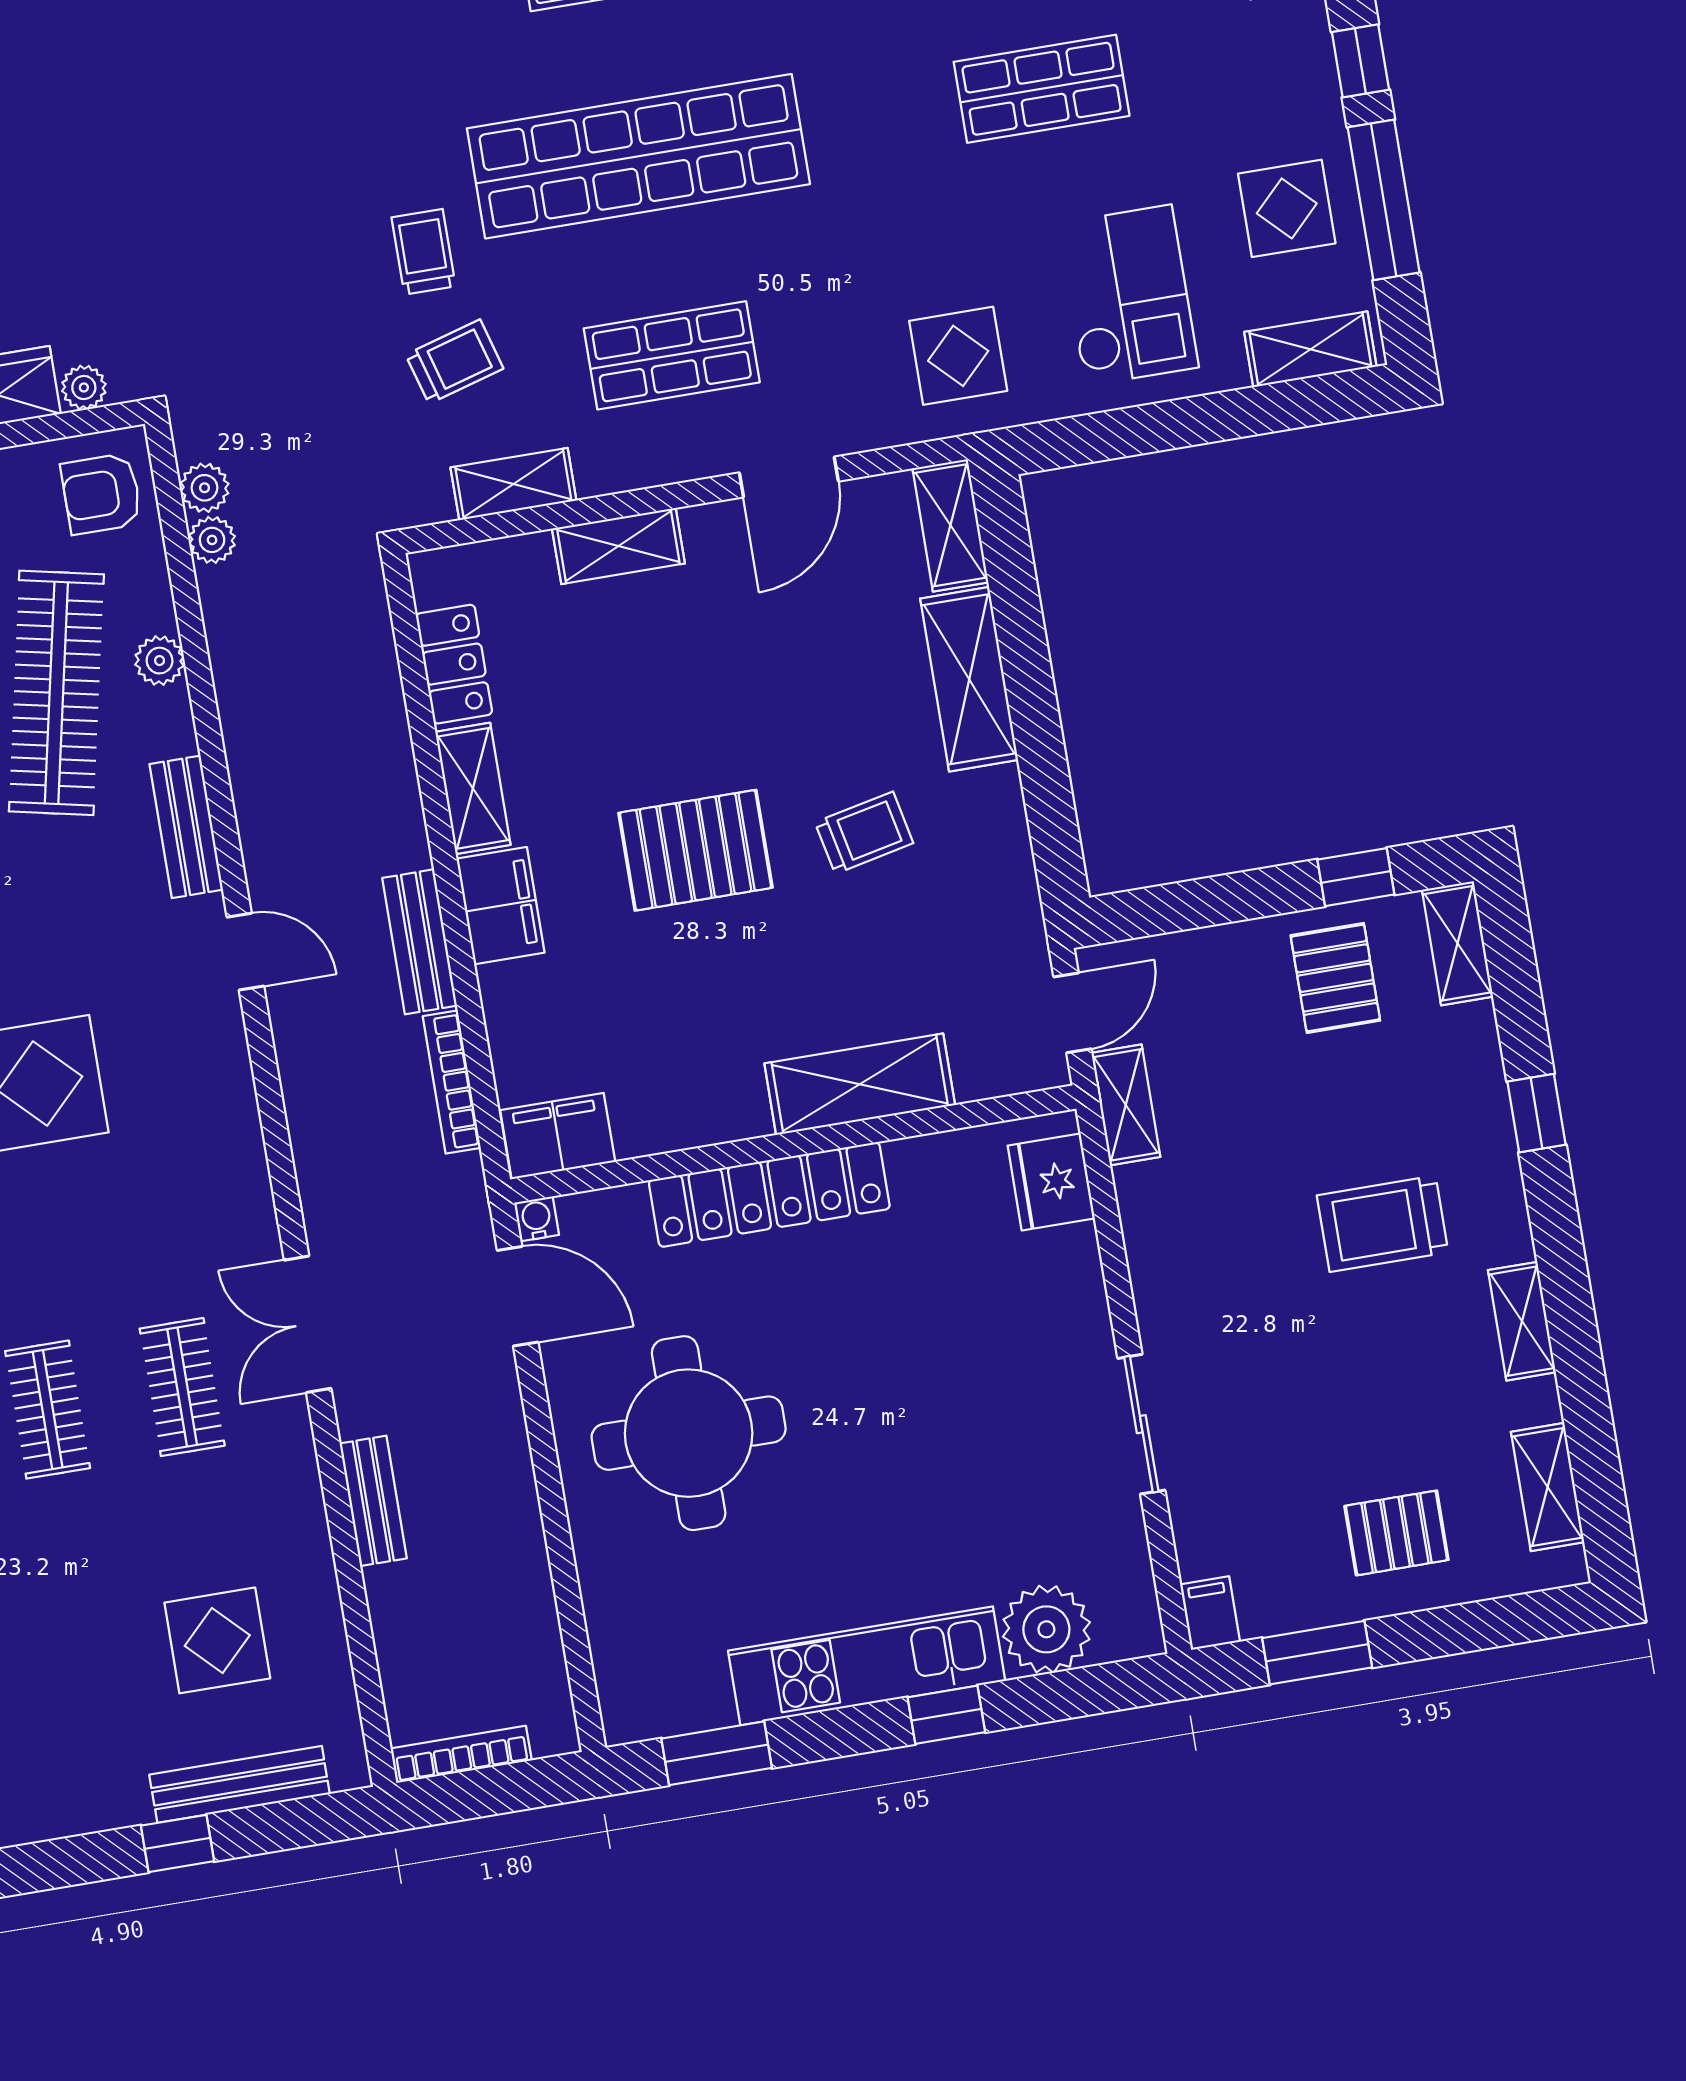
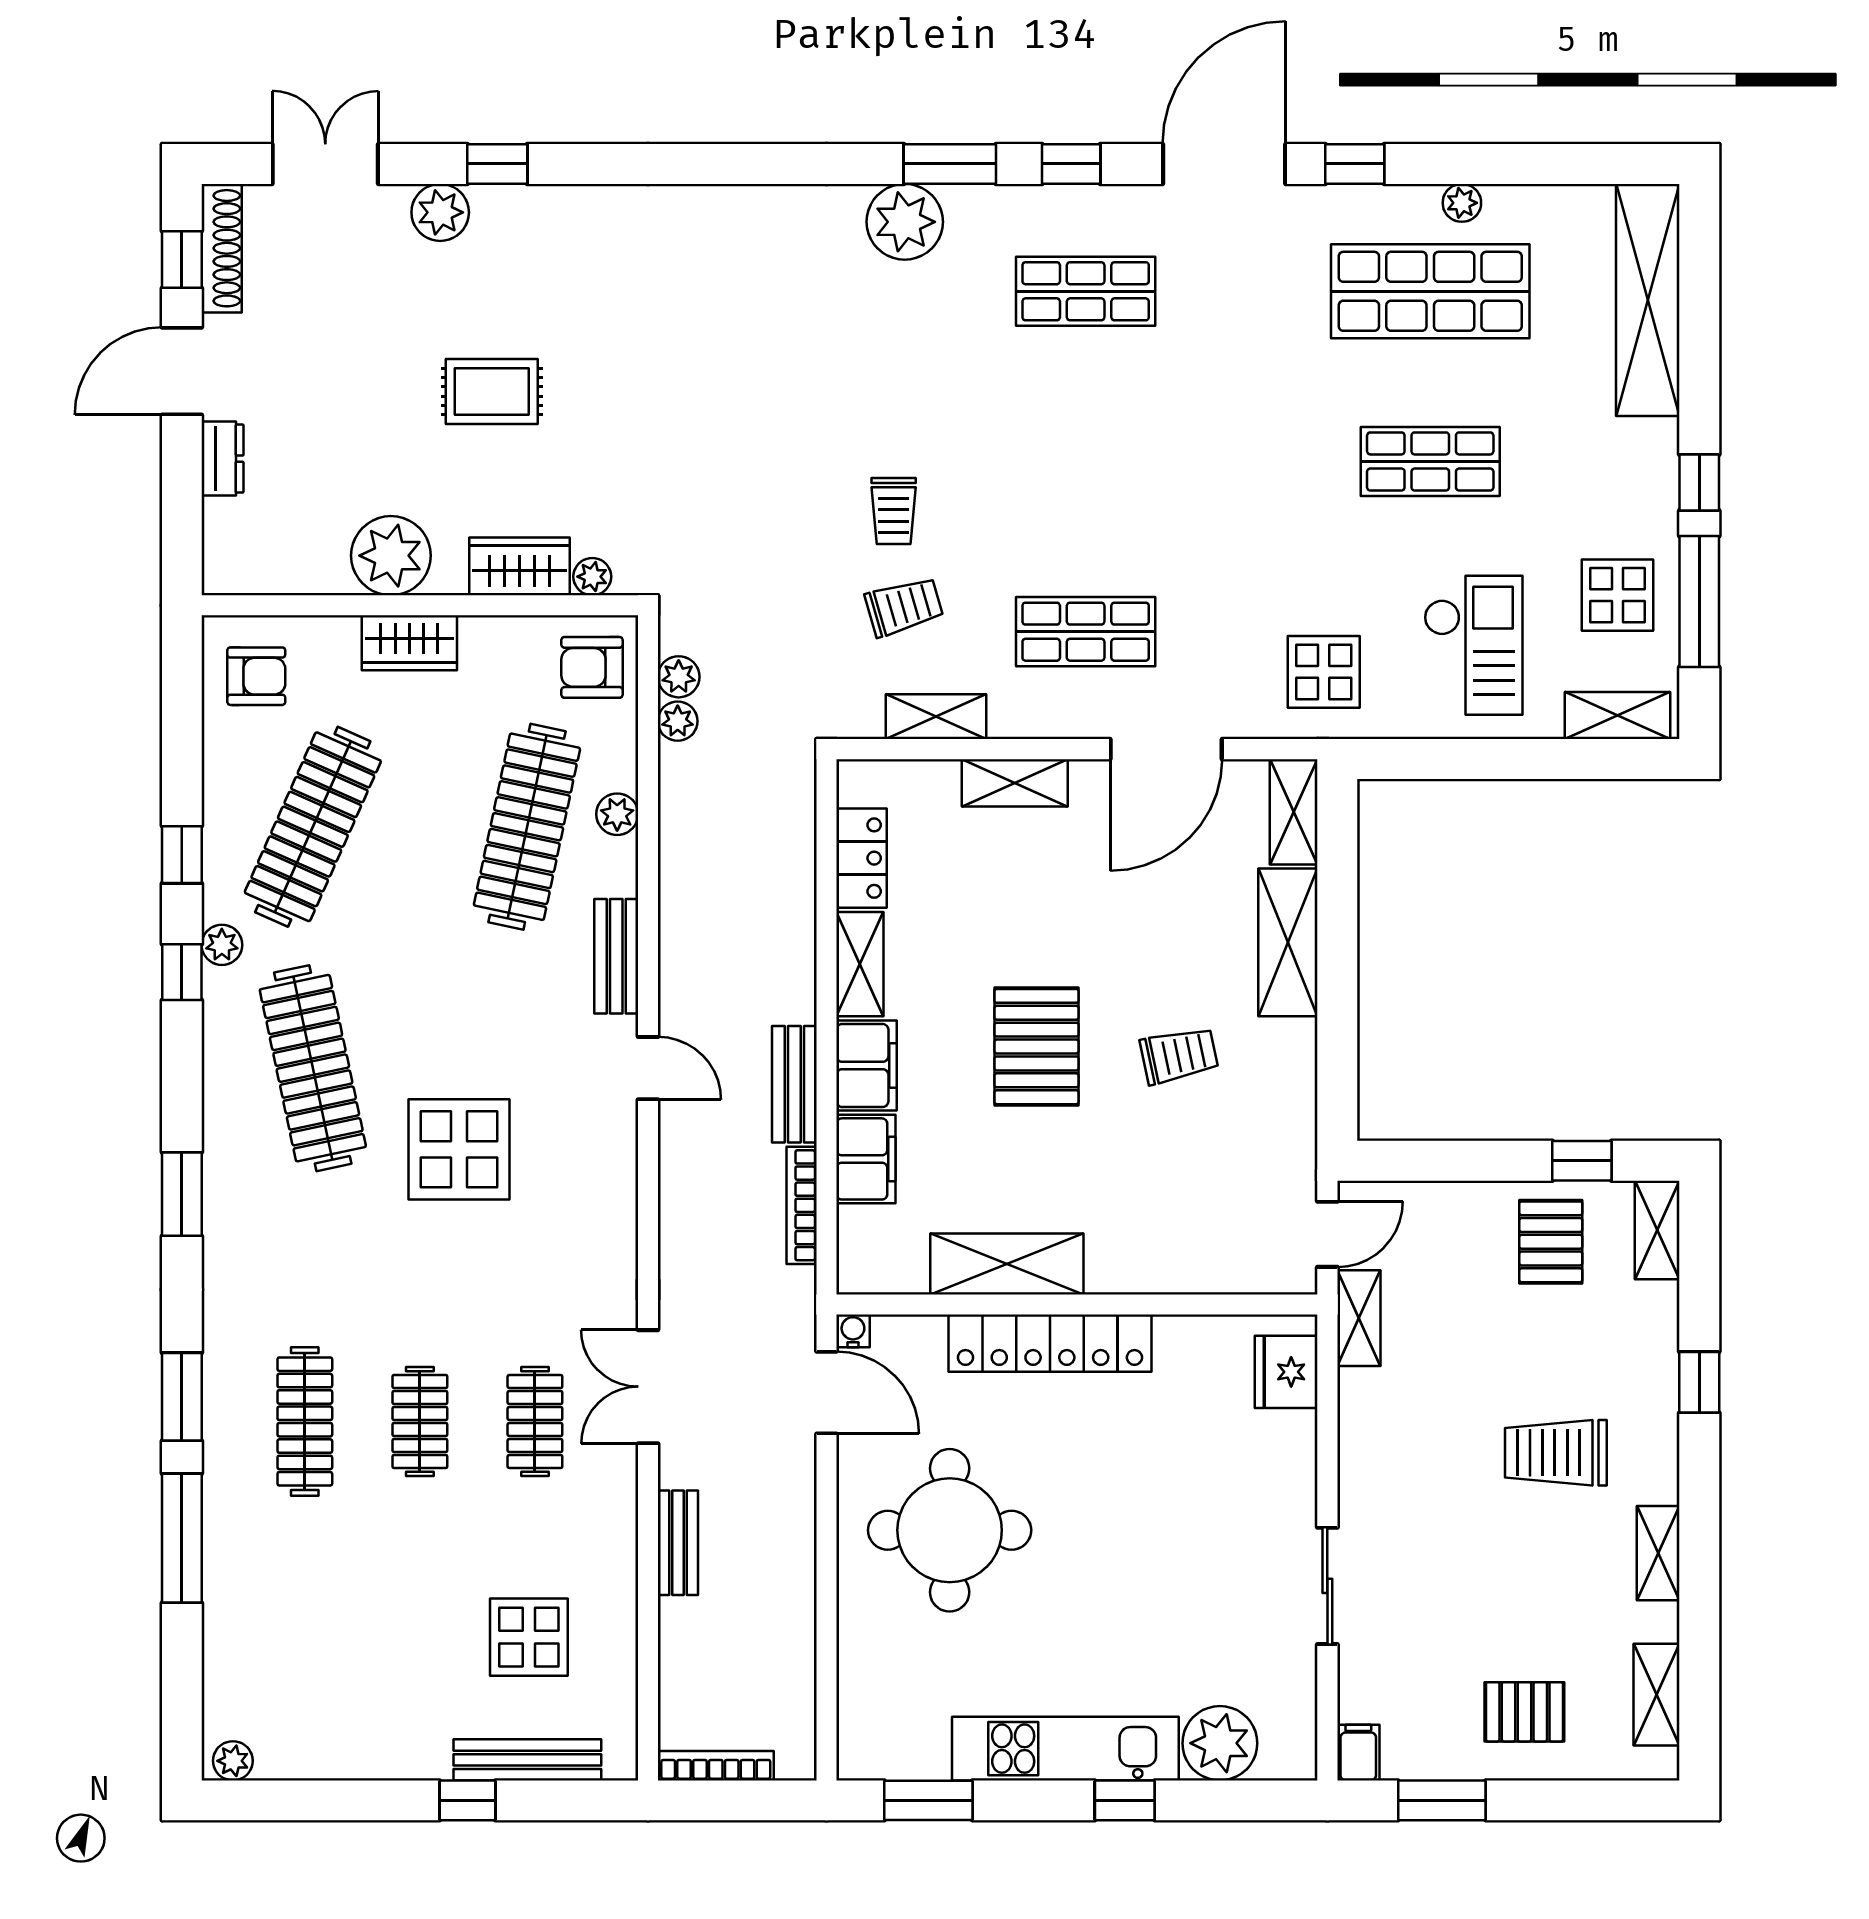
shop shelf: (638, 156) -> (1086, 461), removed
trolley: (424, 252) -> (894, 511), turned 180
door: (789, 477) -> (1166, 749), width x1.36
pallet: (695, 850) -> (1037, 1047), turned 90
shelving: (860, 1084) -> (1007, 1264), moved
filing cabinet: (558, 1136) -> (866, 1159), moved, turned 90

